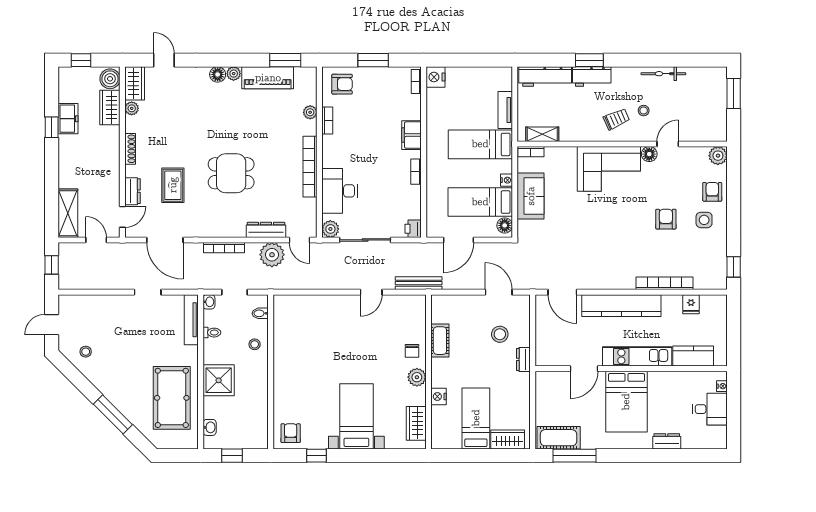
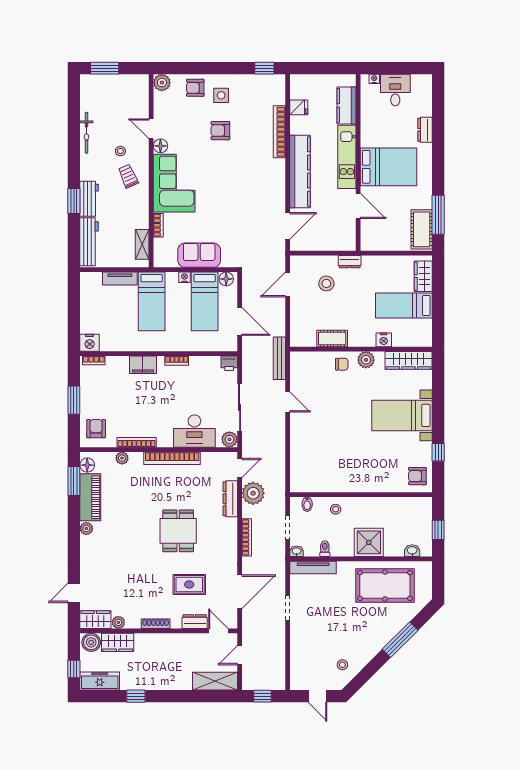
floor lamp: (218, 74) -> (87, 465), moved
freezer: (68, 119) -> (100, 681), moved, width x1.40
bookcase: (327, 120) -> (137, 442), width x1.56
bookcase: (531, 152) -> (158, 225), moved
wardrobe: (416, 423) -> (408, 360), width x1.50

